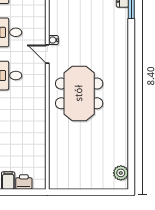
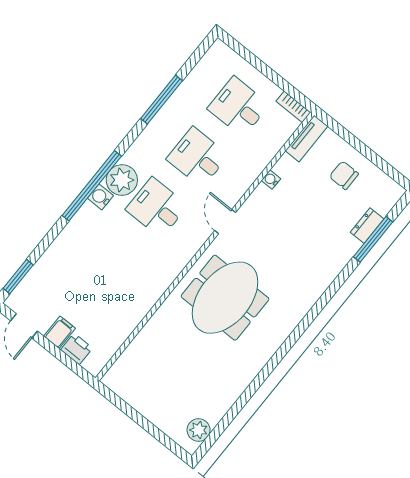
water cooler: (53, 40) -> (271, 180), moved

